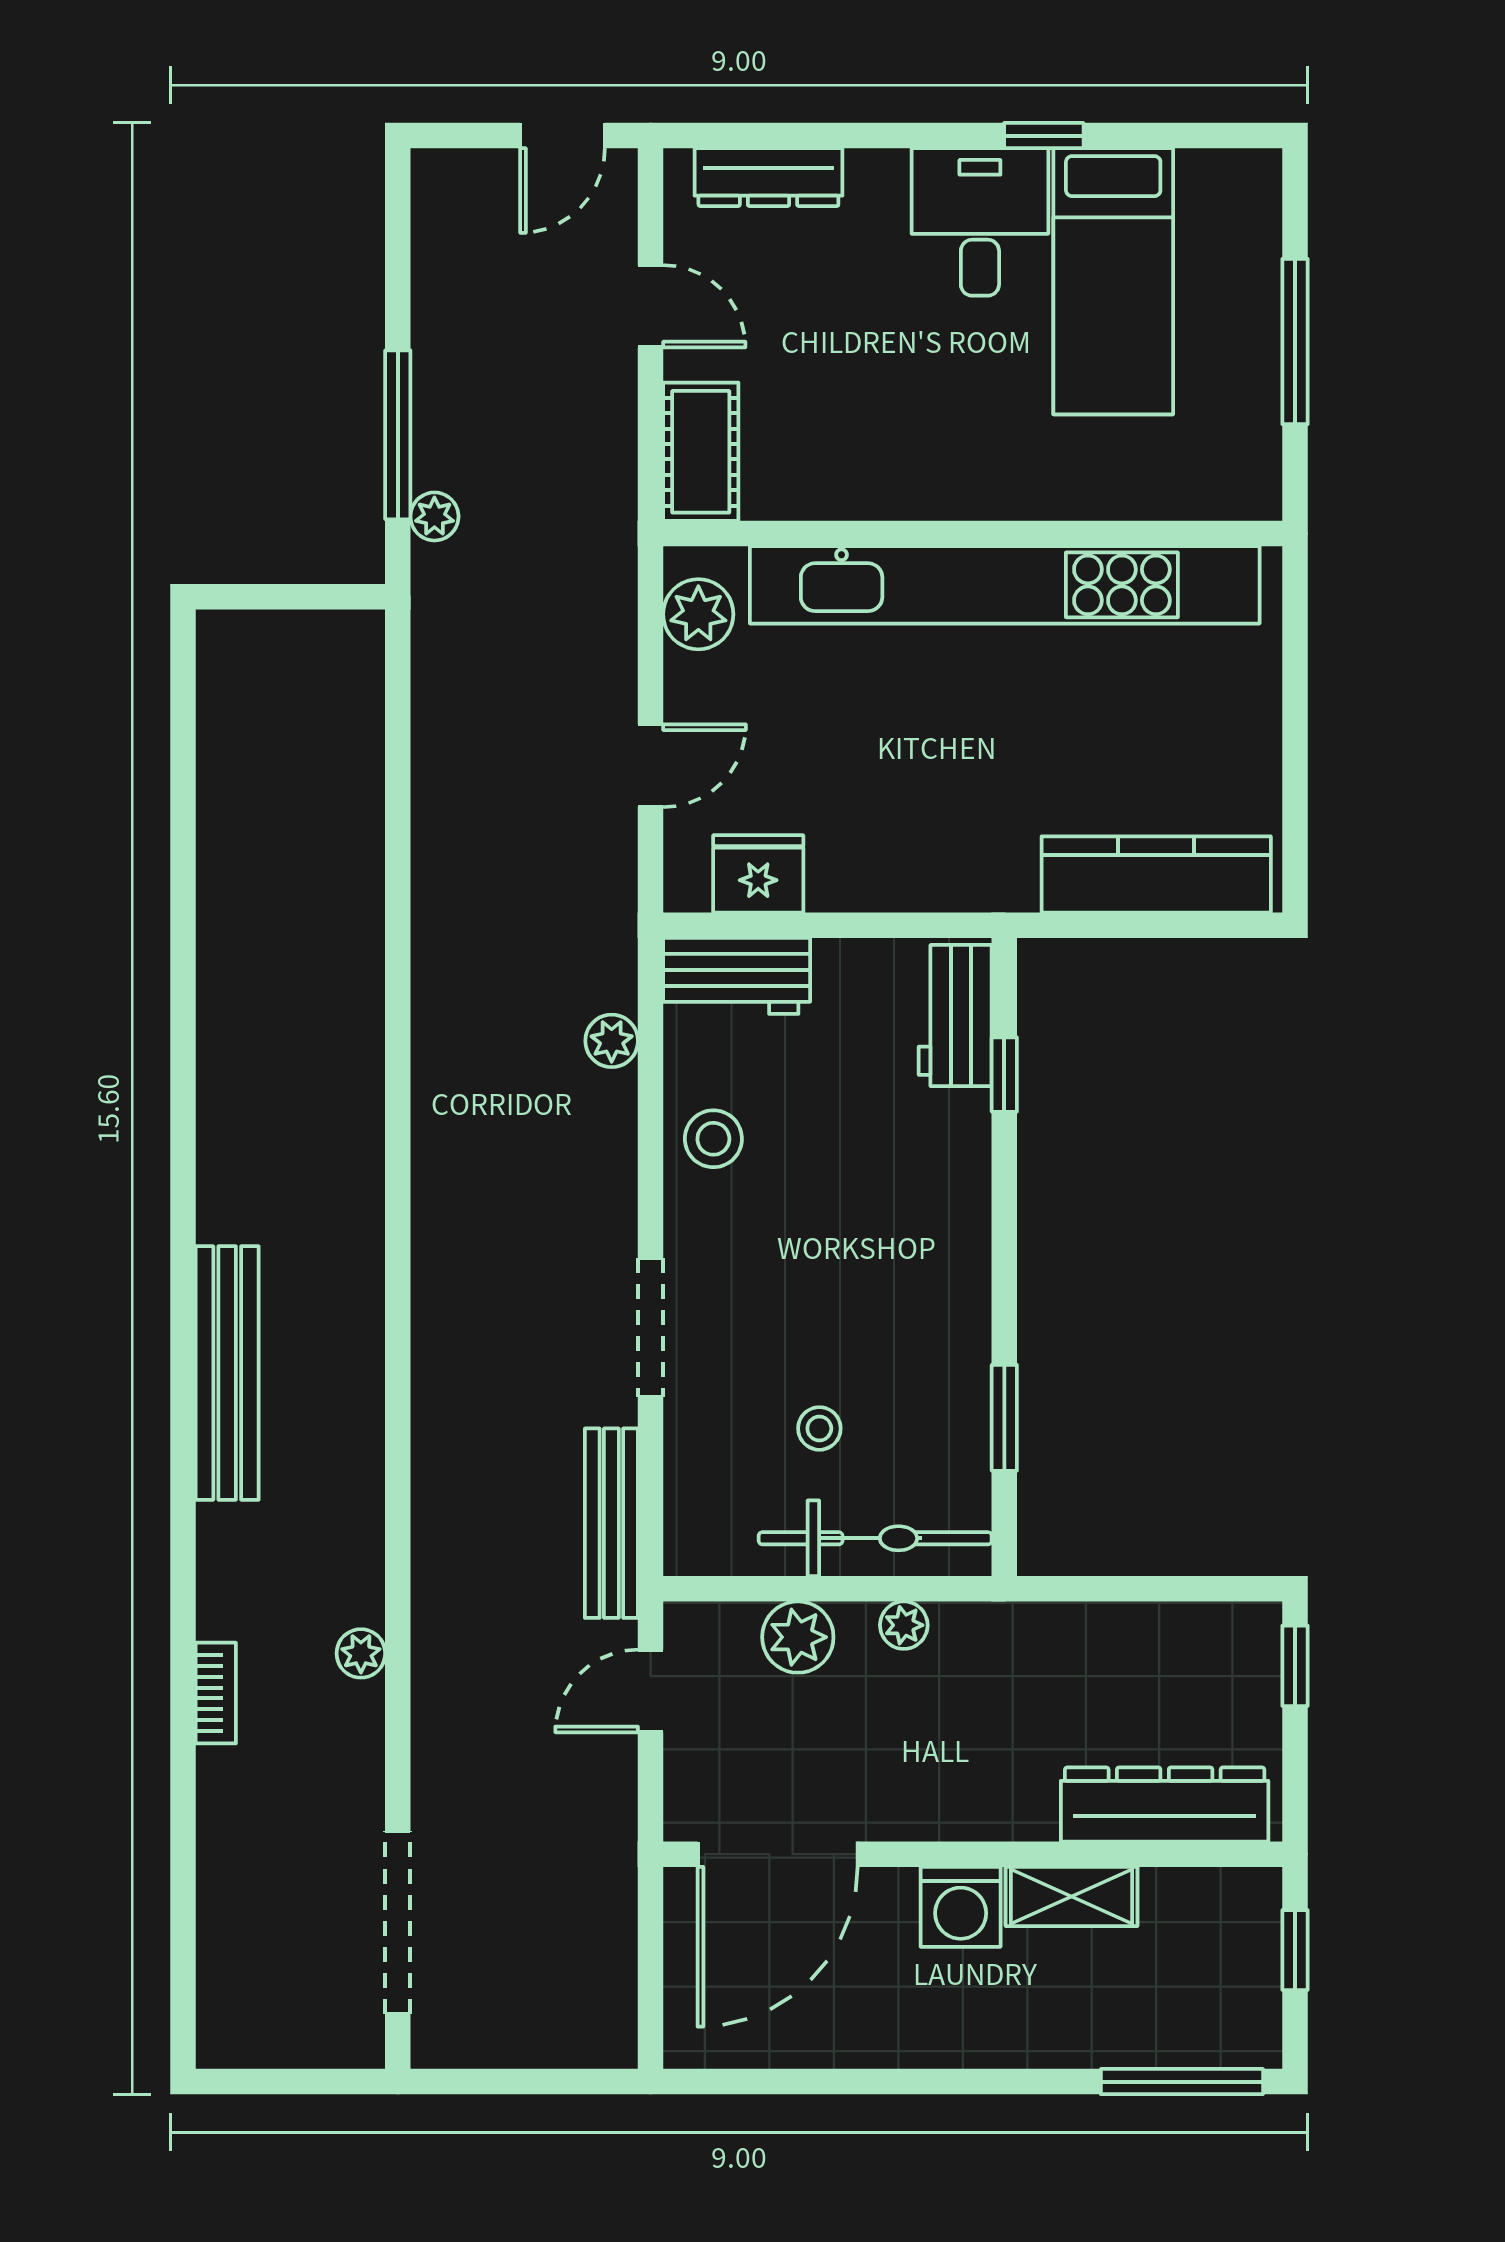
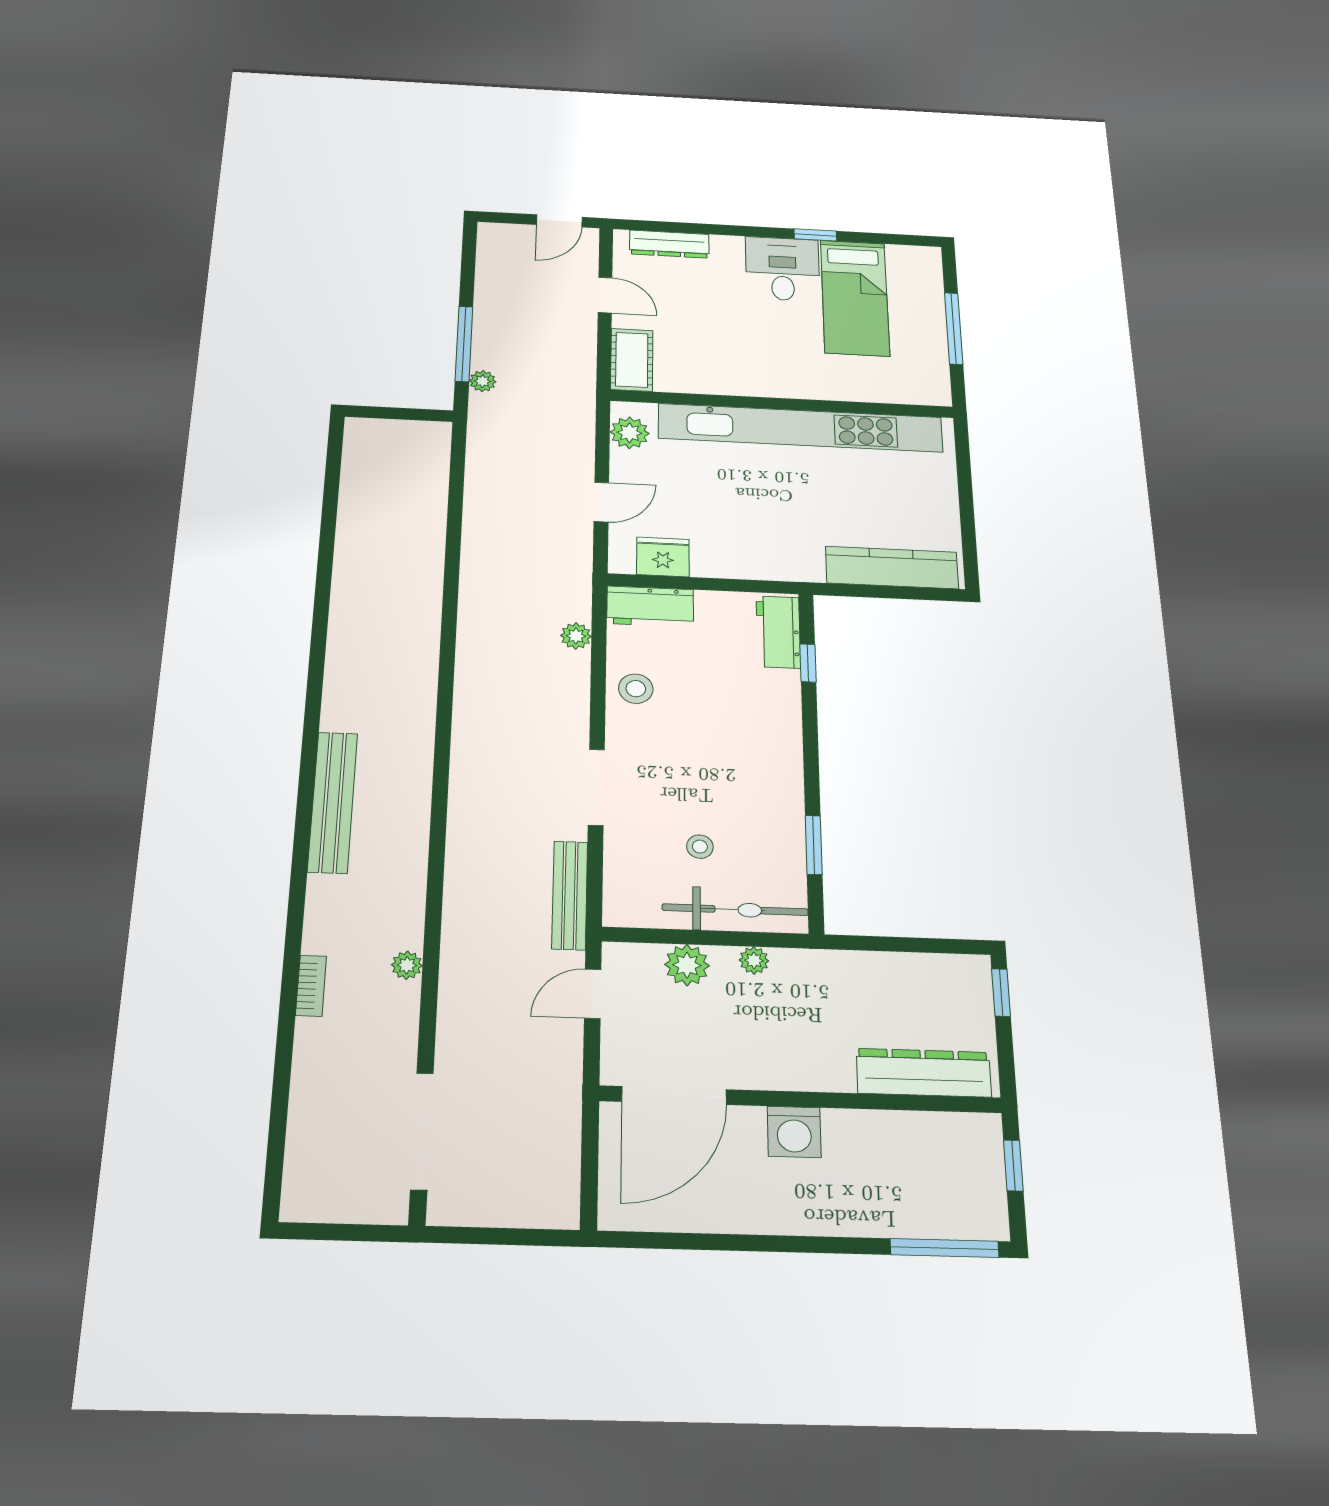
shelving: (1072, 1896) -> (866, 1128), removed

